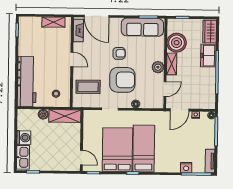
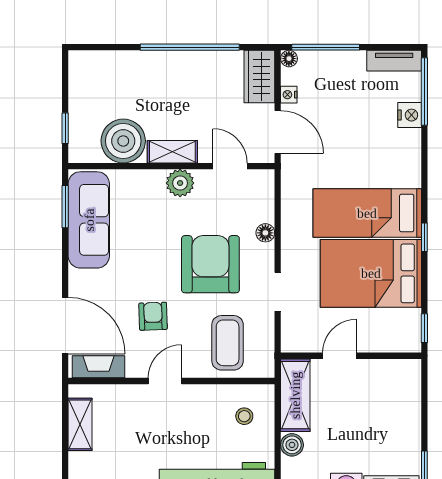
door: (97, 16) -> (65, 326), hinge flipped
wardrobe: (210, 32) -> (259, 77), moved, turned 90
armchair: (119, 53) -> (153, 316), moved
freezer: (208, 56) -> (152, 68), removed
door: (81, 158) -> (339, 356), moved

